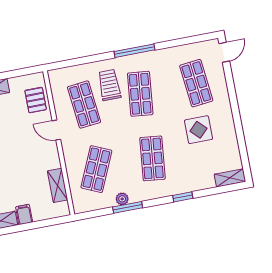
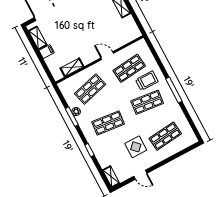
door: (224, 52) -> (140, 175), moved
pallet: (36, 100) -> (122, 36), removed
door: (56, 130) -> (107, 56), hinge flipped
shop shelf: (96, 169) -> (90, 89), turned -39

